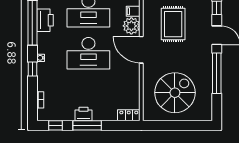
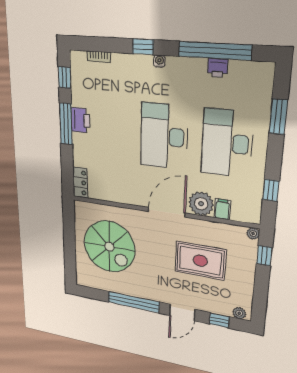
printer: (45, 20) -> (218, 68), width x0.53, depth x0.68

